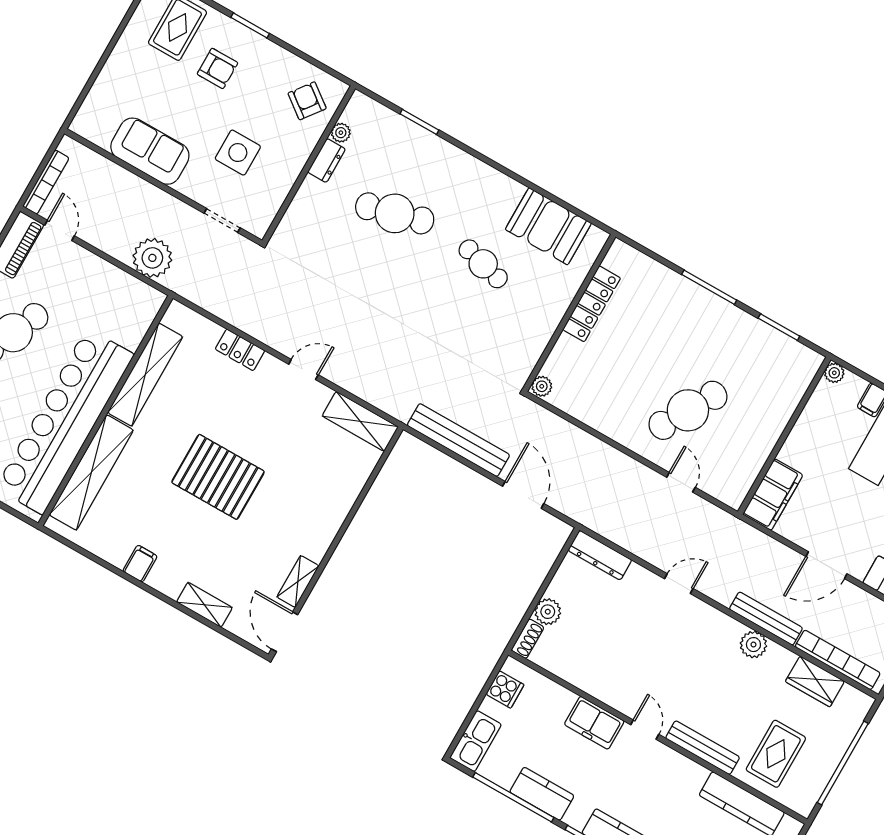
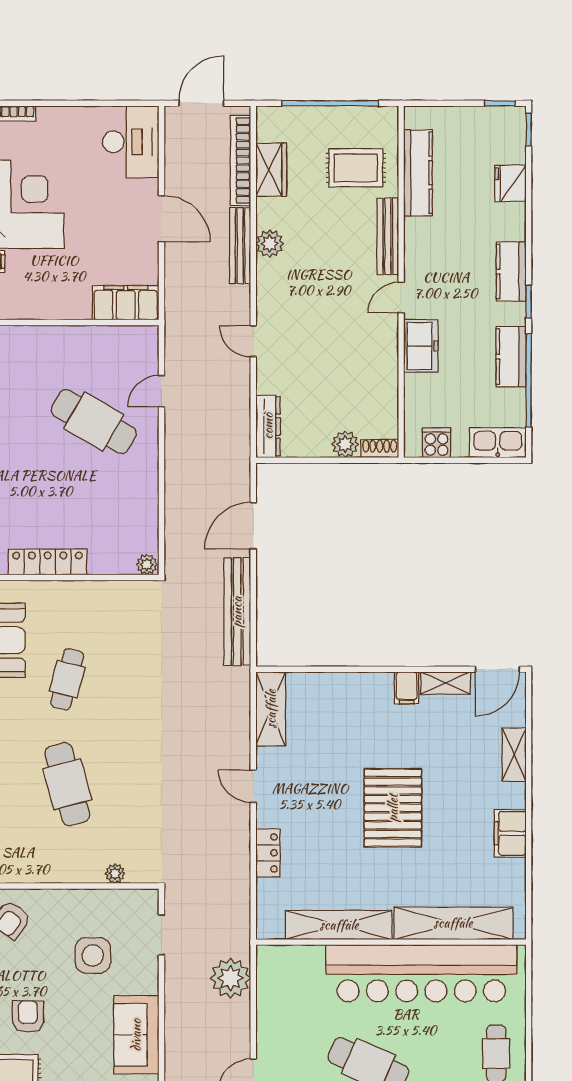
plant: (341, 133) -> (115, 874), moved
dresser: (327, 161) -> (55, 872), removed
filing cabinet: (312, 546) -> (407, 688), added
filing cabinet: (140, 564) -> (510, 833), width x2.00

